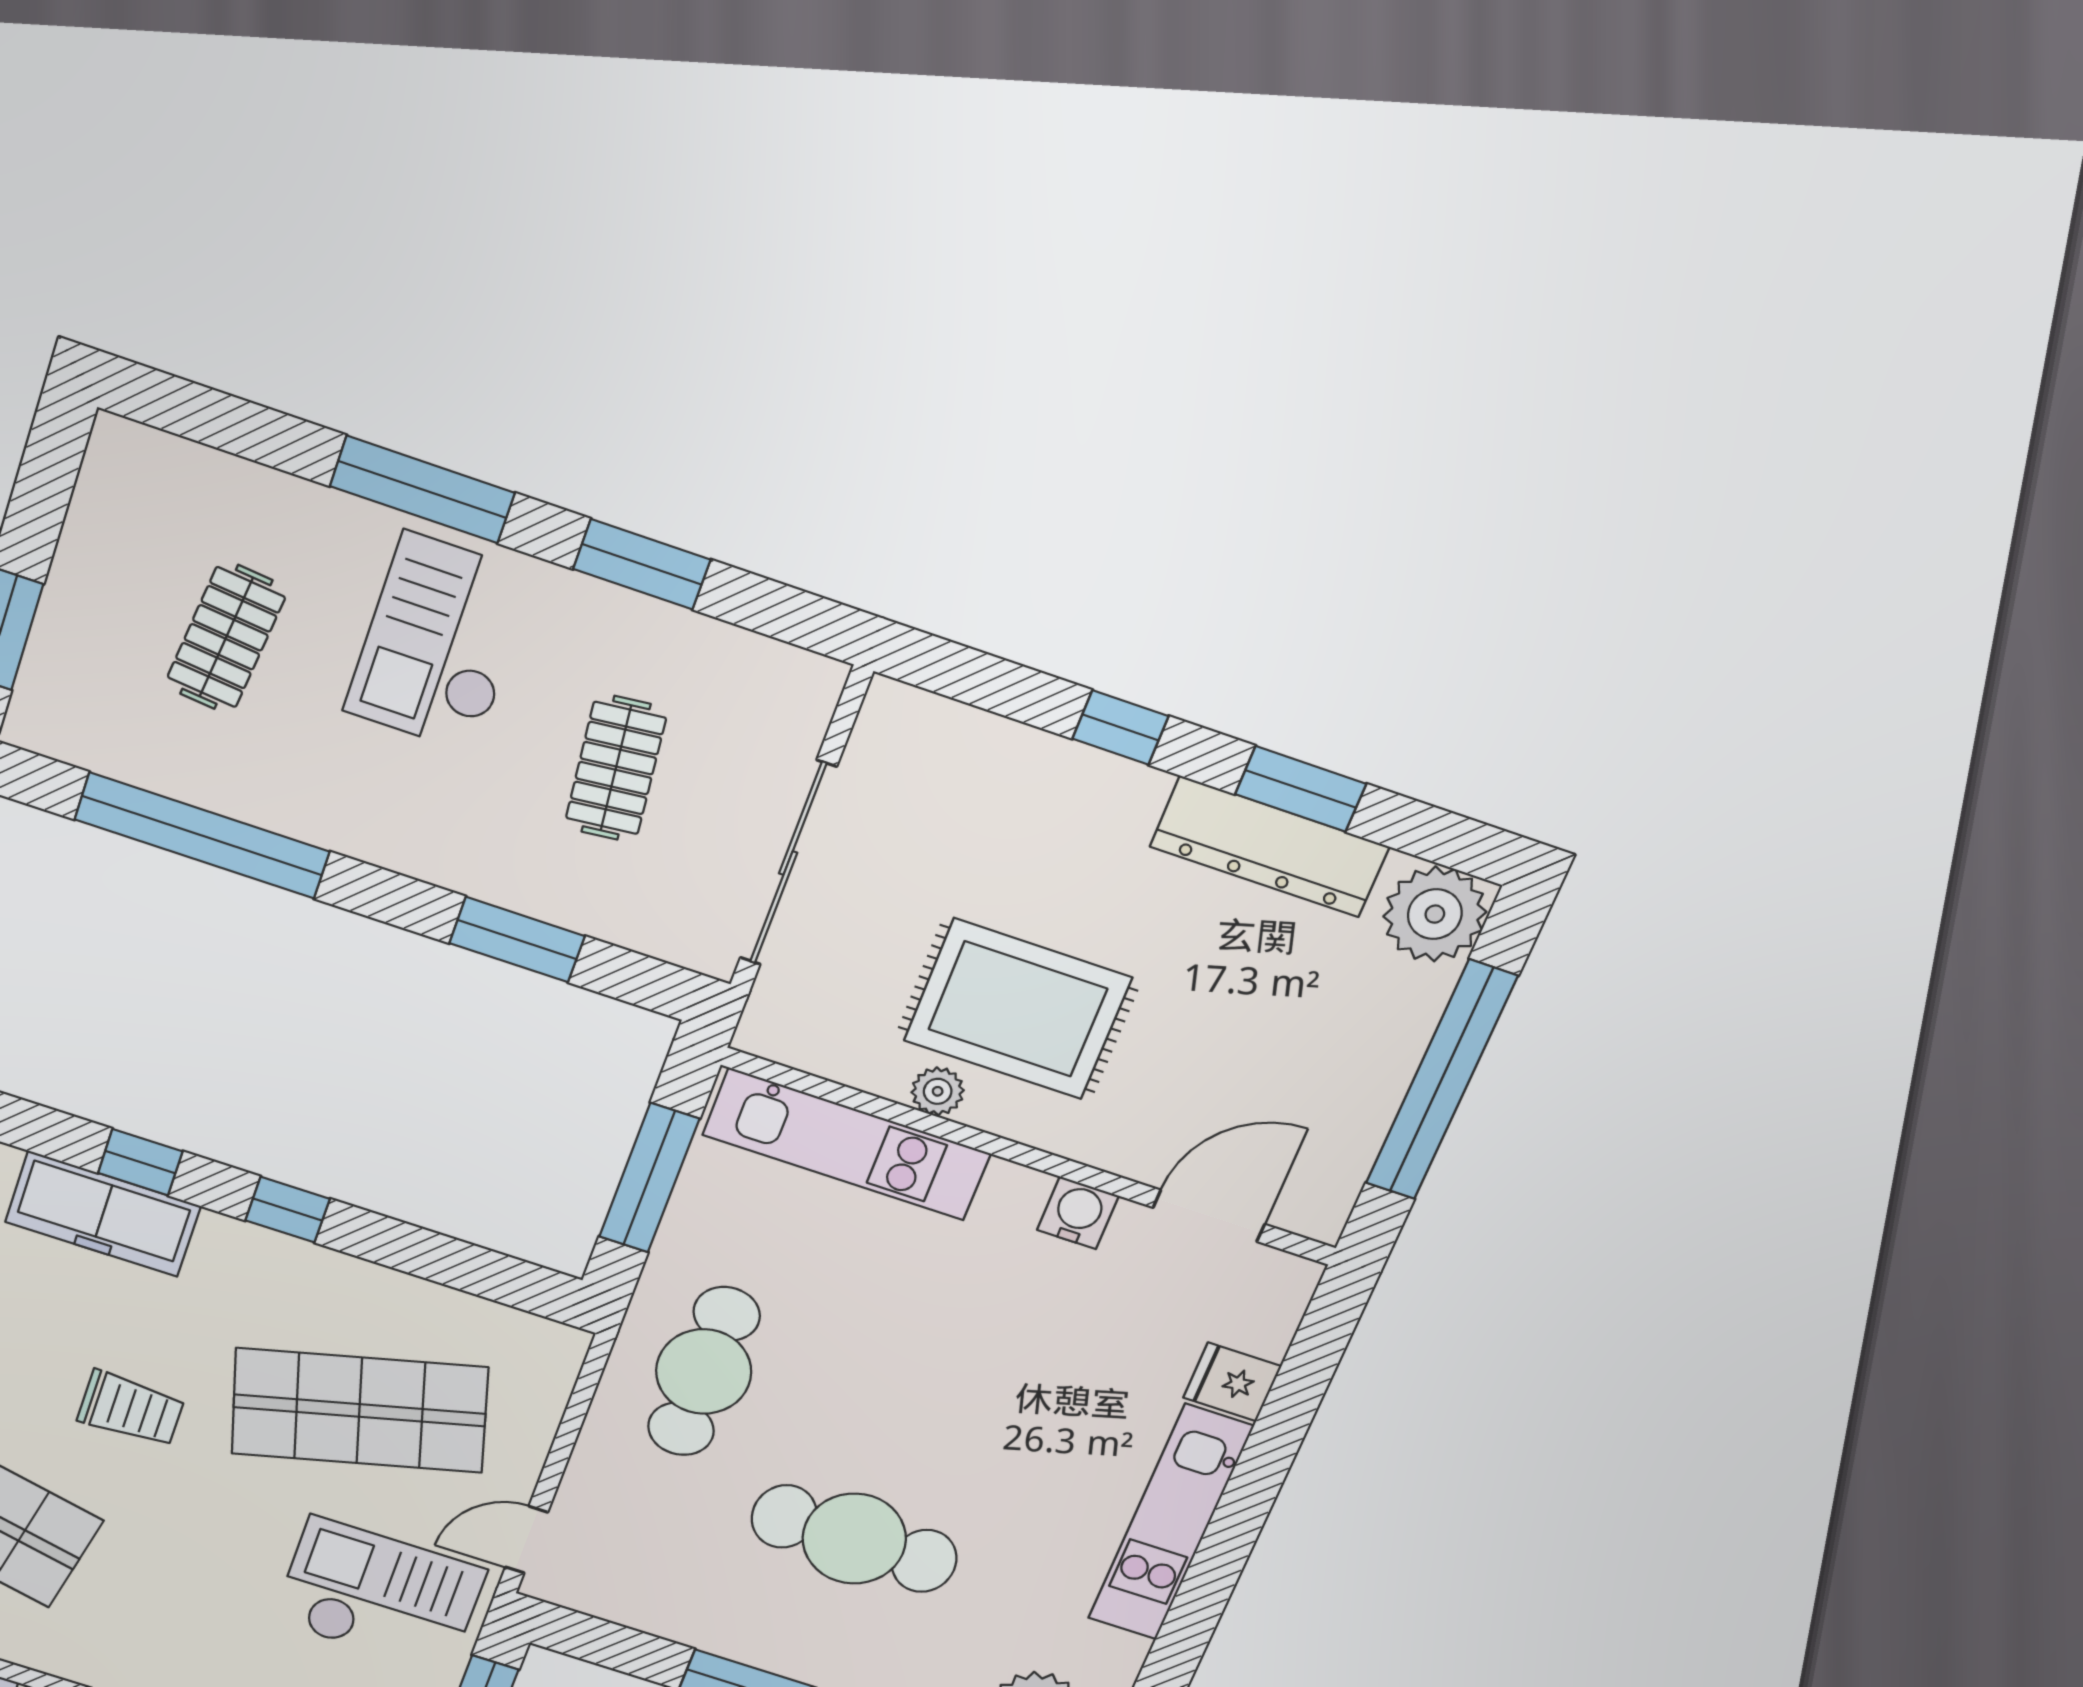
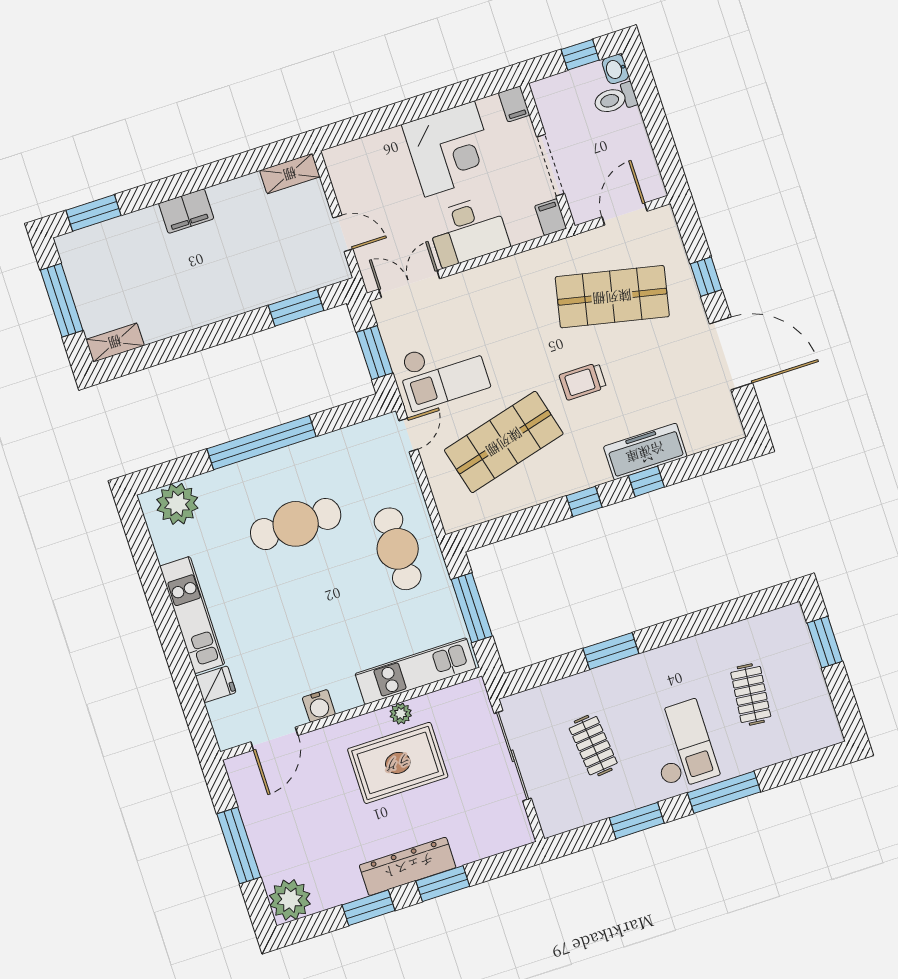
window: (1120, 727) -> (443, 884), width x1.50
window: (202, 836) -> (710, 619), removed
dresser: (1270, 847) -> (408, 866), moved
window: (517, 940) -> (611, 651), moved
window: (1441, 1080) -> (239, 846), width x0.68

